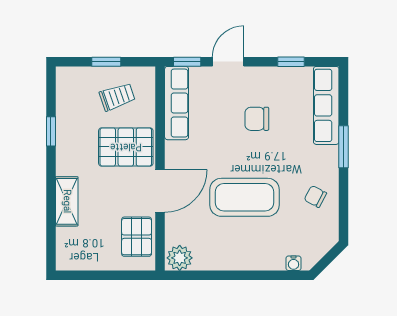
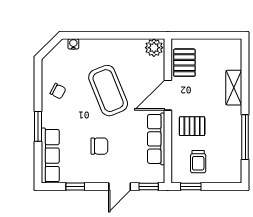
window: (106, 62) -> (191, 187), moved
trolley: (117, 97) -> (198, 162), turned -71
row of seats: (177, 103) -> (156, 139), moved
window: (51, 131) -> (245, 137), width x2.17
pallet: (126, 147) -> (192, 126), width x0.67, depth x0.71
coffee table: (244, 197) -> (108, 91), turned 68

